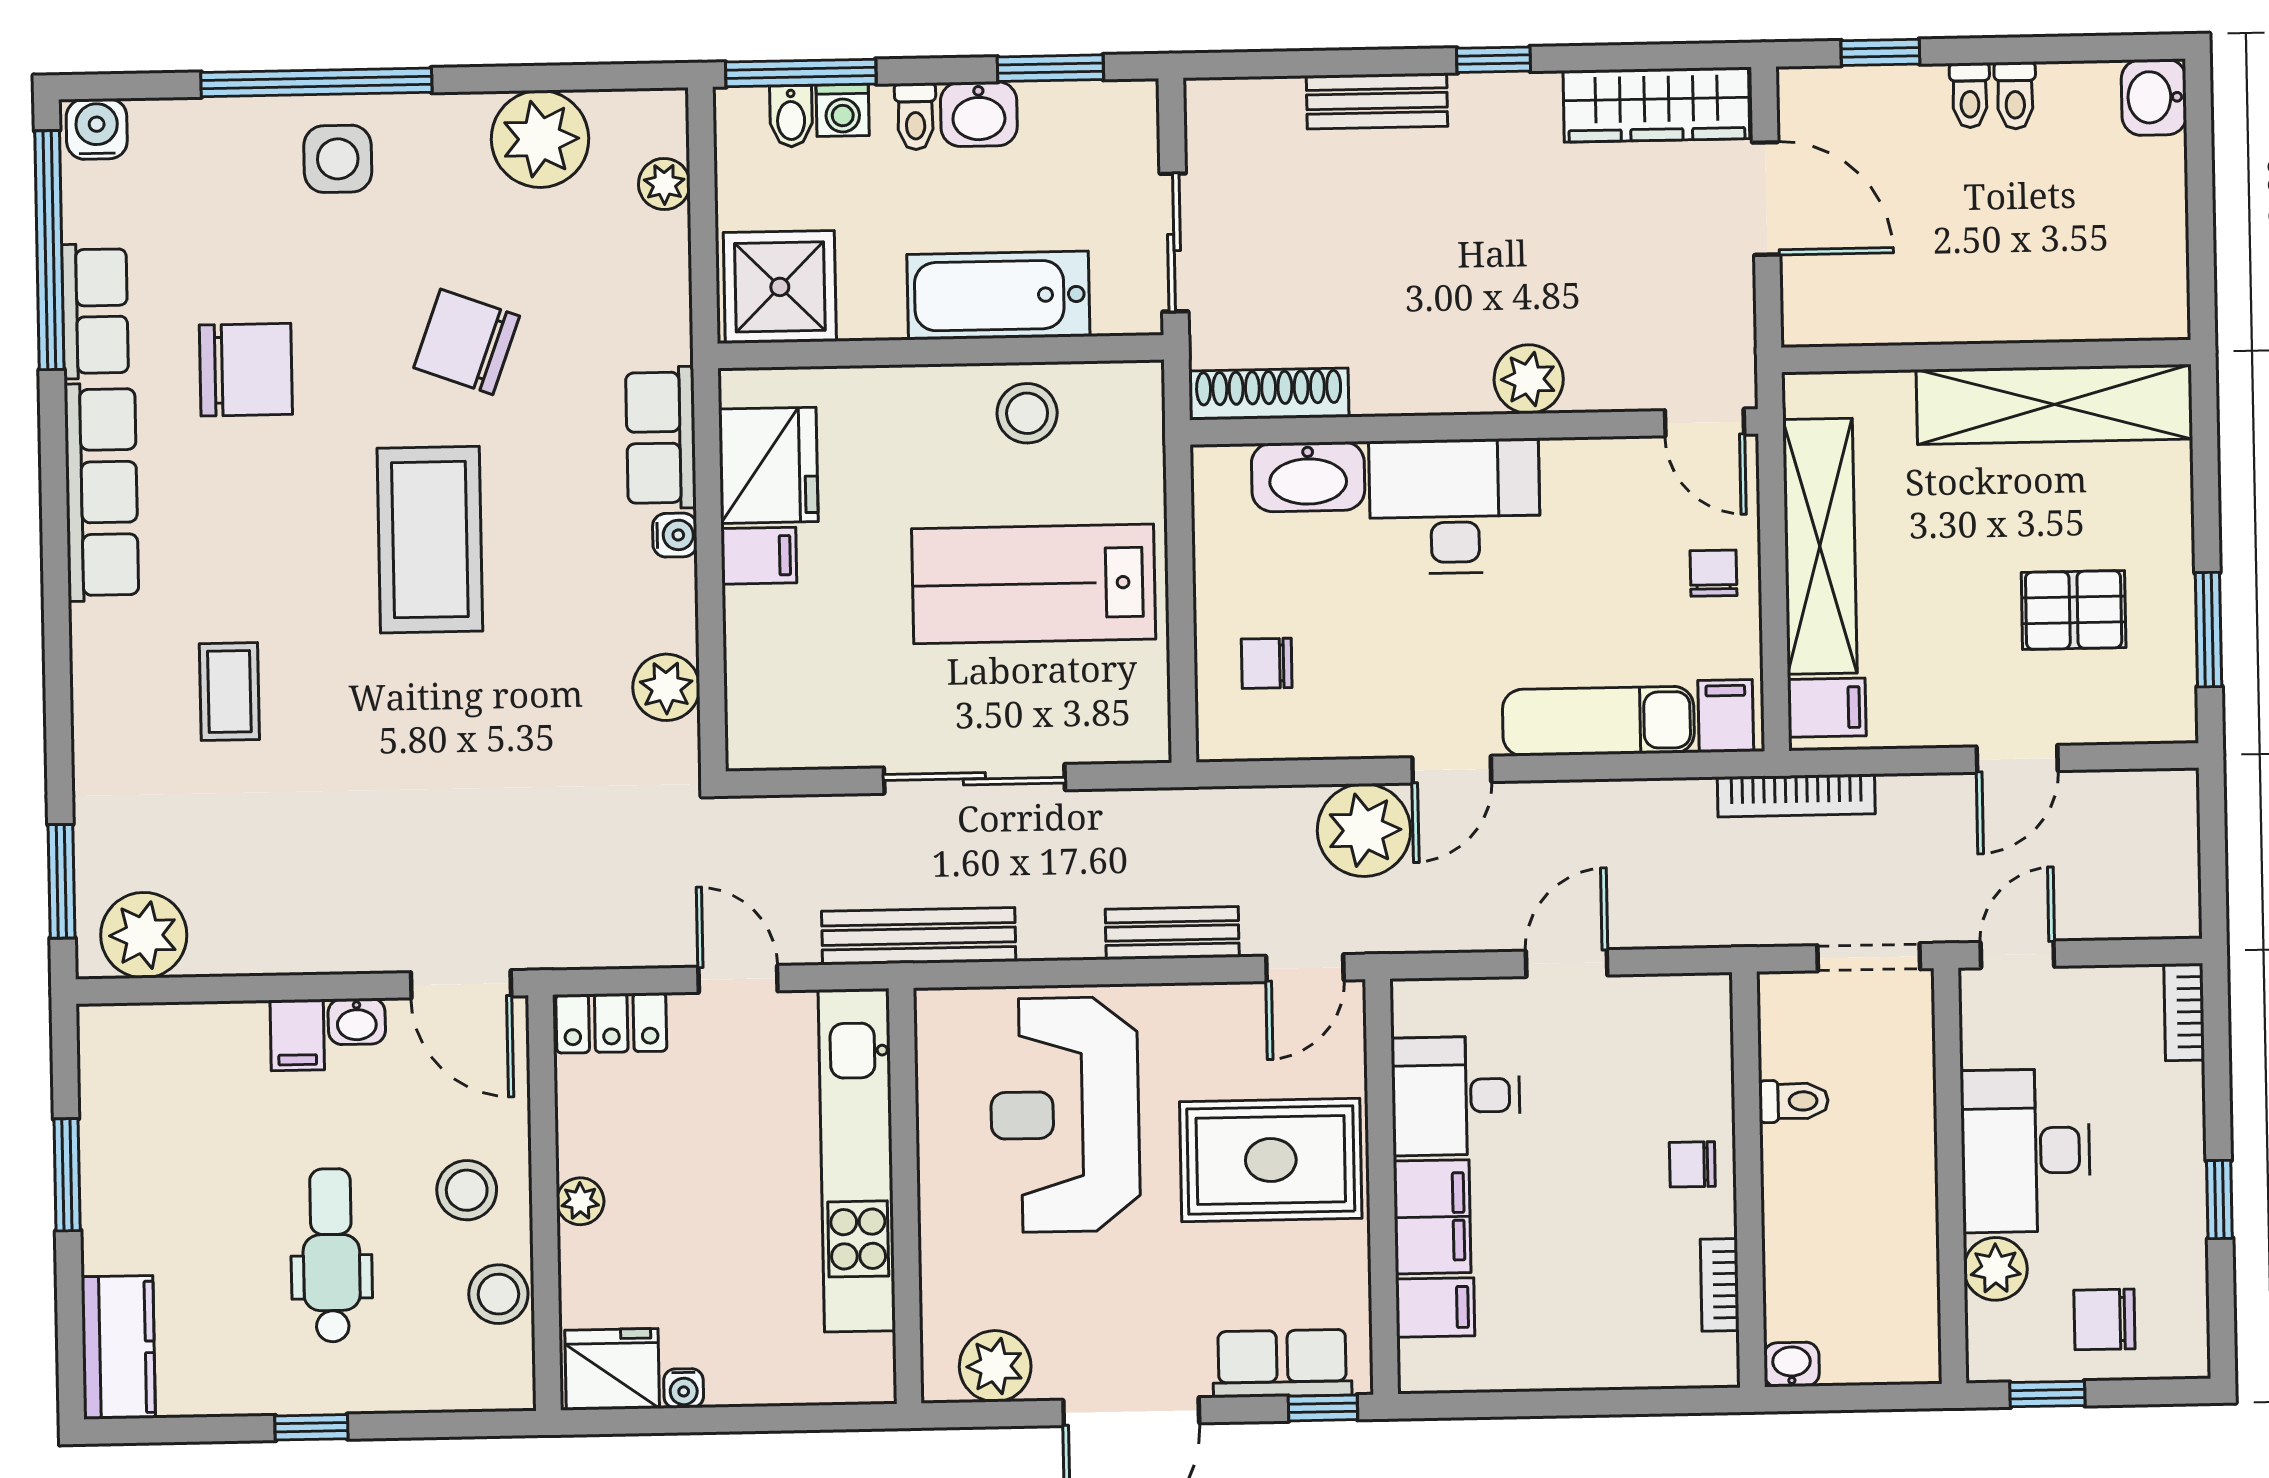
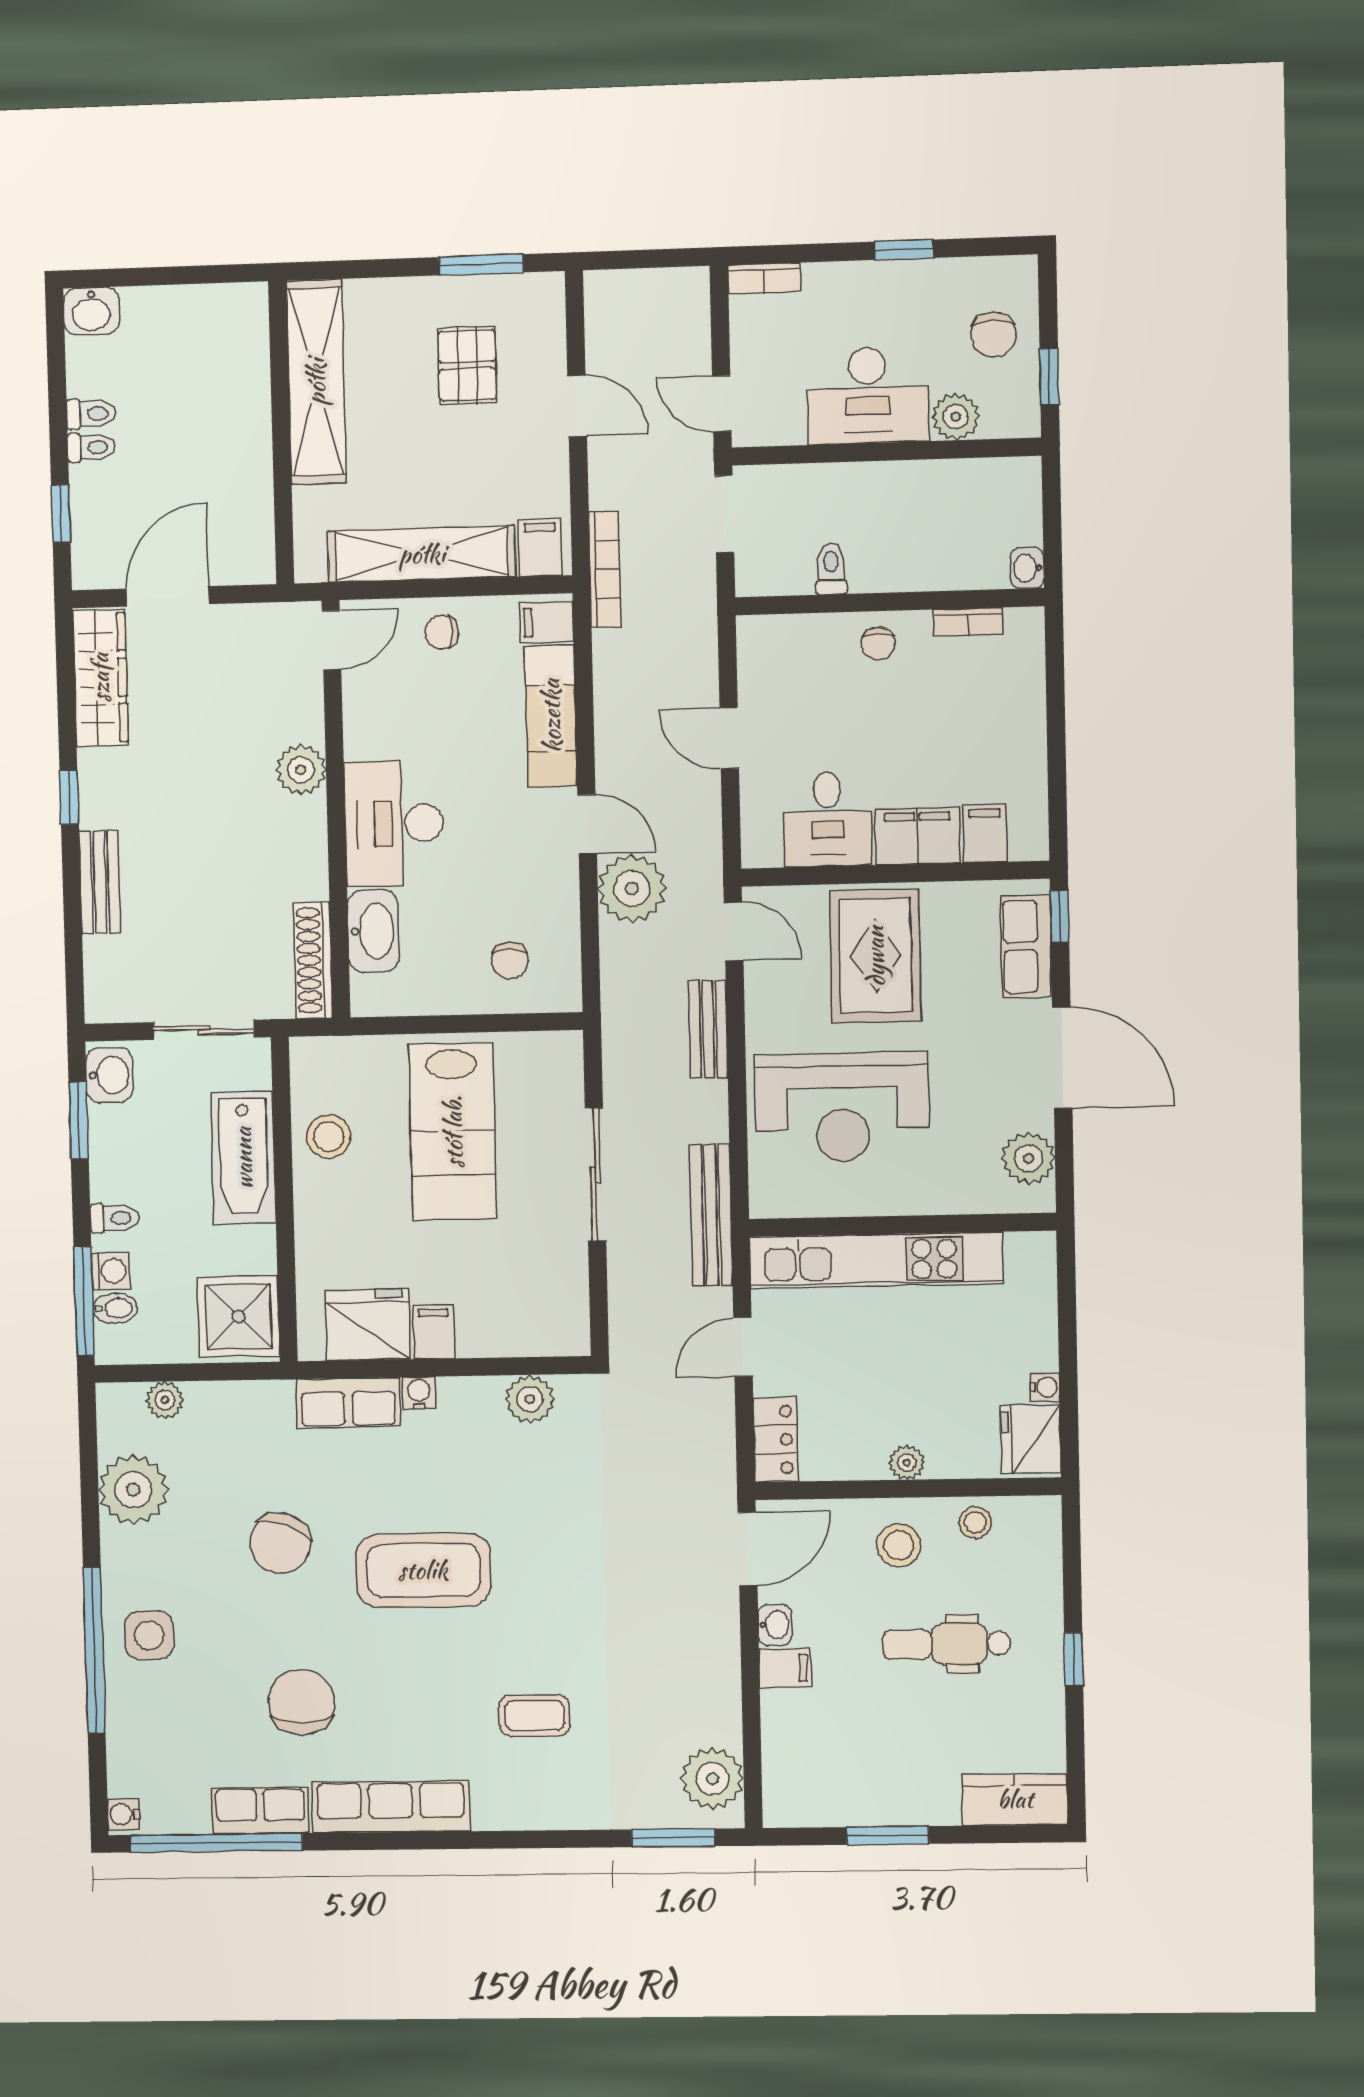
washbasin: (979, 114) -> (109, 1075), moved
water cooler: (97, 129) -> (124, 1814), width x0.72, depth x0.72
stool: (498, 1294) -> (975, 1522), width x0.73, depth x0.73

